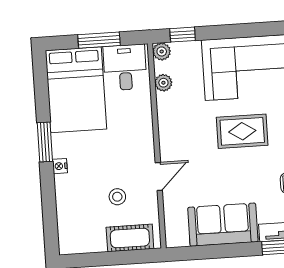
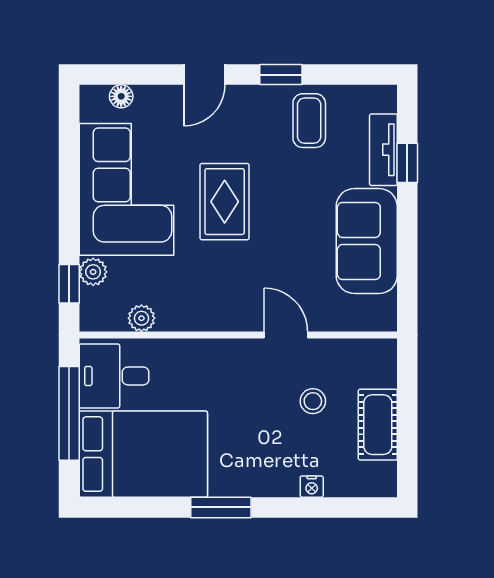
window: (99, 40) -> (69, 413), width x1.44
plant: (162, 51) -> (93, 272), moved
nightstand: (60, 166) -> (312, 487), moved
cot: (130, 238) -> (378, 425), moved

